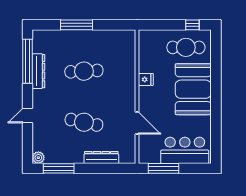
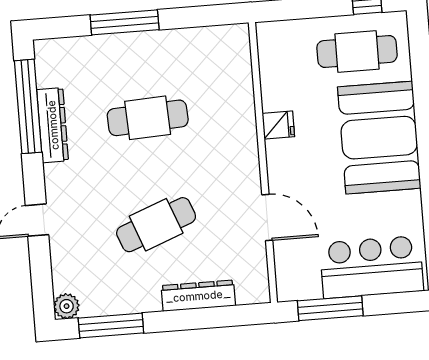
cafe table: (84, 122) -> (156, 225), turned -33

